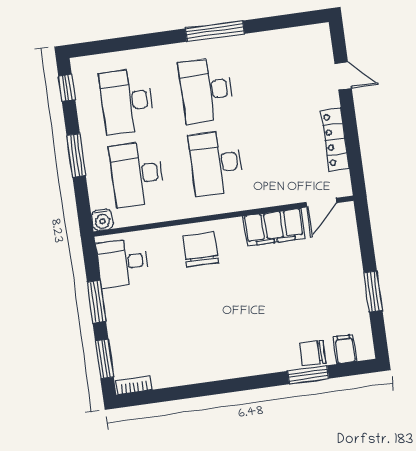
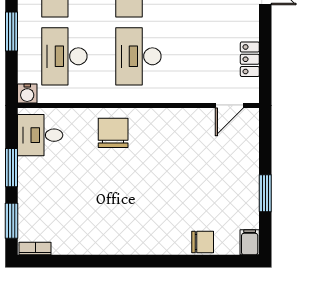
locker: (335, 139) -> (250, 59), width x0.66
filing cabinet: (274, 227) -> (183, 122), removed
filing cabinet: (345, 349) -> (250, 242), moved
chair: (313, 353) -> (203, 242), turned 180
window: (308, 375) -> (196, 261), removed

